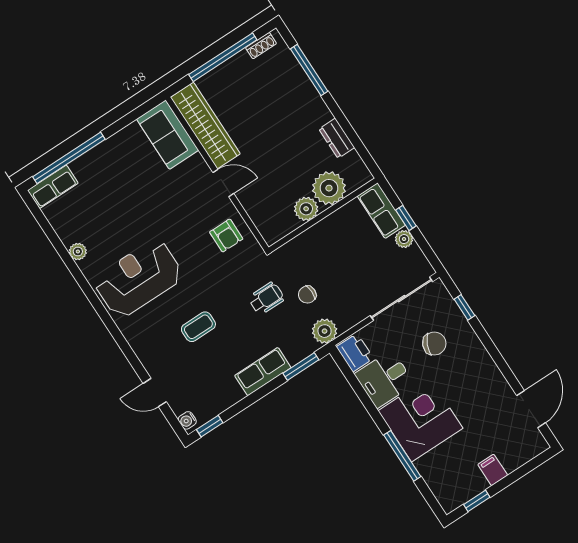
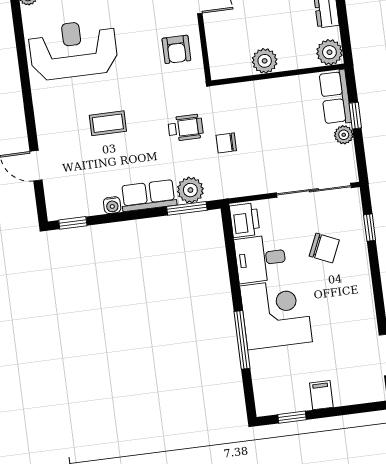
plant: (329, 188) -> (329, 52), moved, width x0.73, depth x0.73
plant: (325, 331) -> (190, 190), moved
water cooler: (187, 420) -> (112, 205), moved, turned -90

